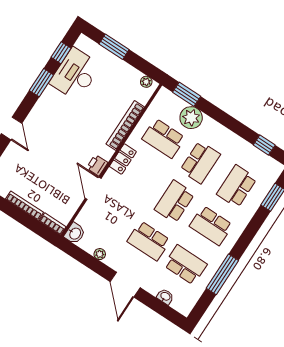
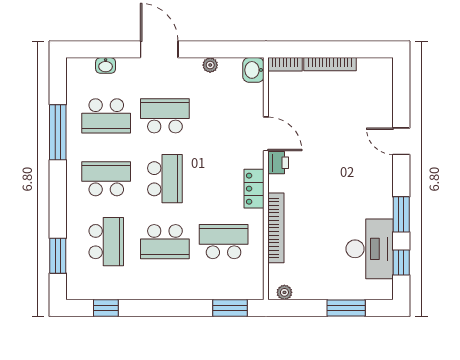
plant: (191, 118) -> (208, 285), removed
school desk: (200, 162) -> (165, 242), turned -90

